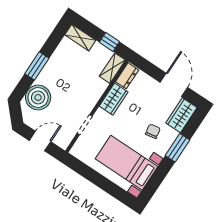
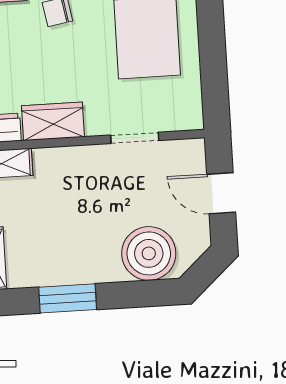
window: (37, 66) -> (68, 298), moved

